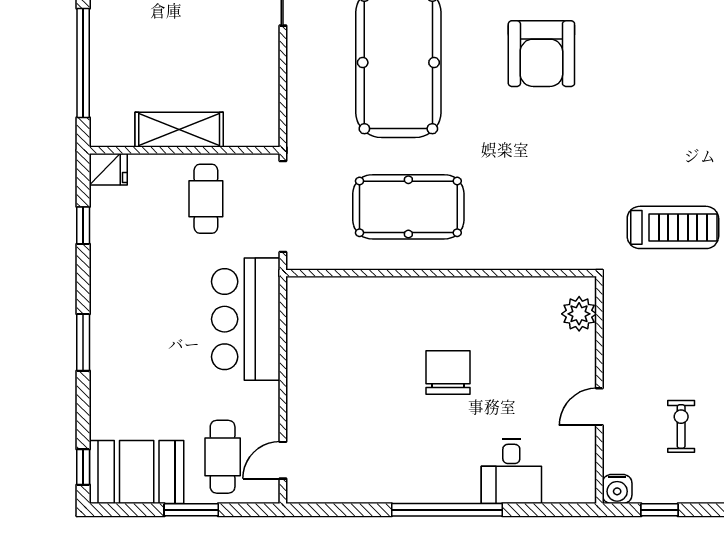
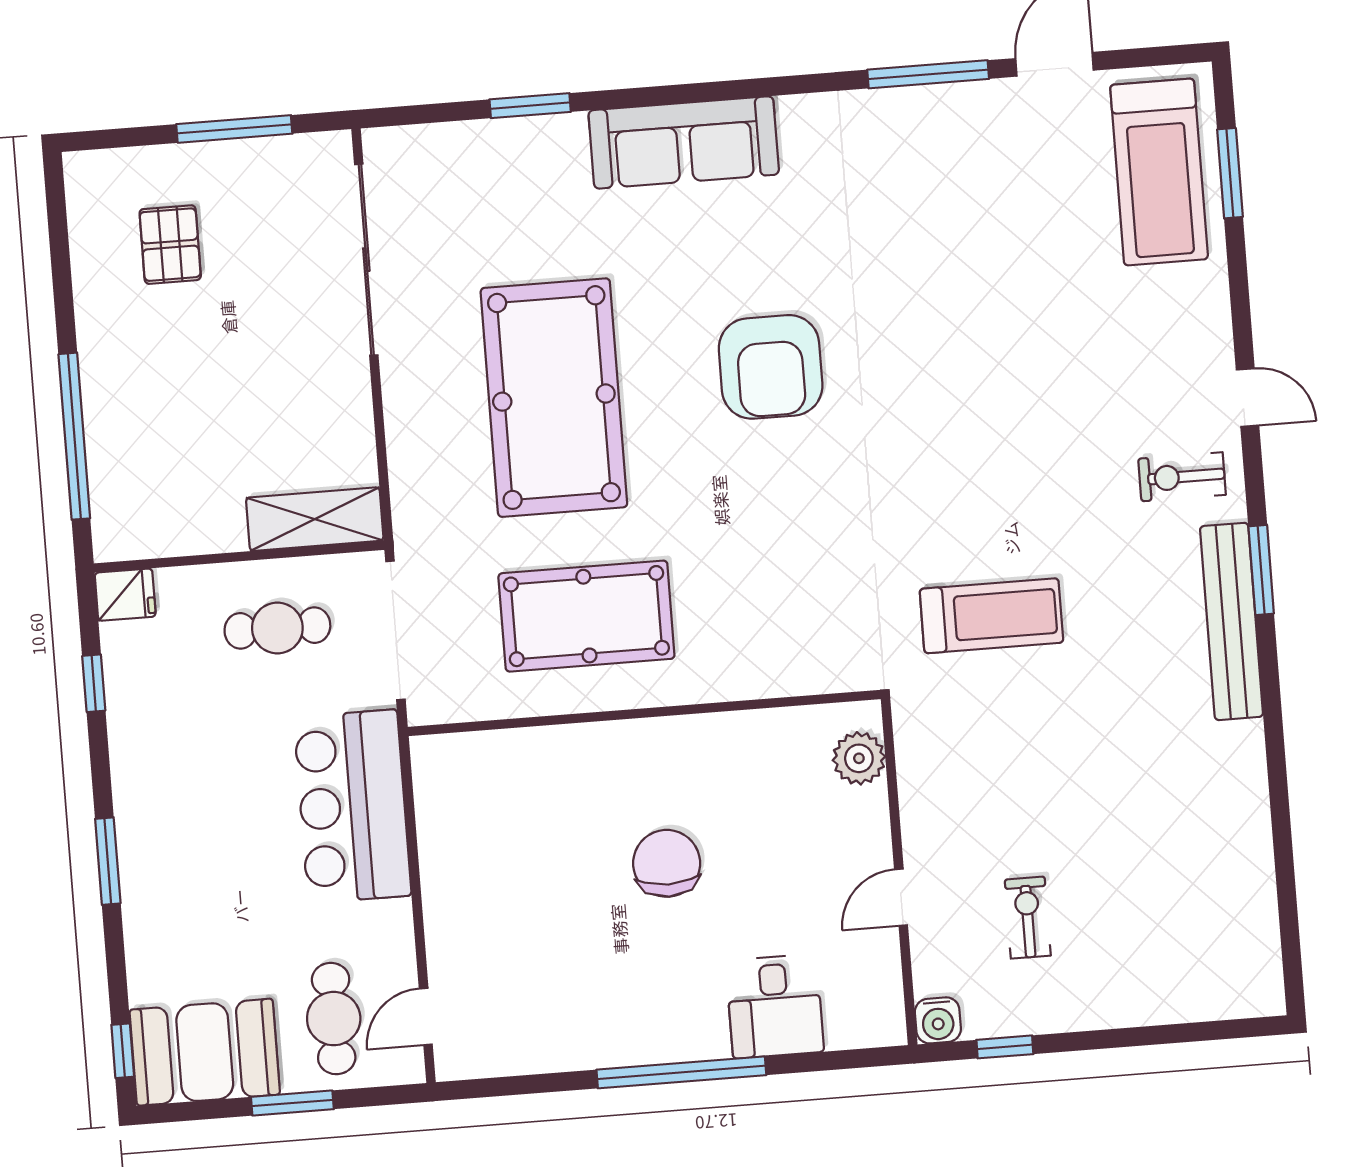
shelving: (179, 130) -> (315, 519), moved
cafe table: (206, 199) -> (277, 628), turned 90

